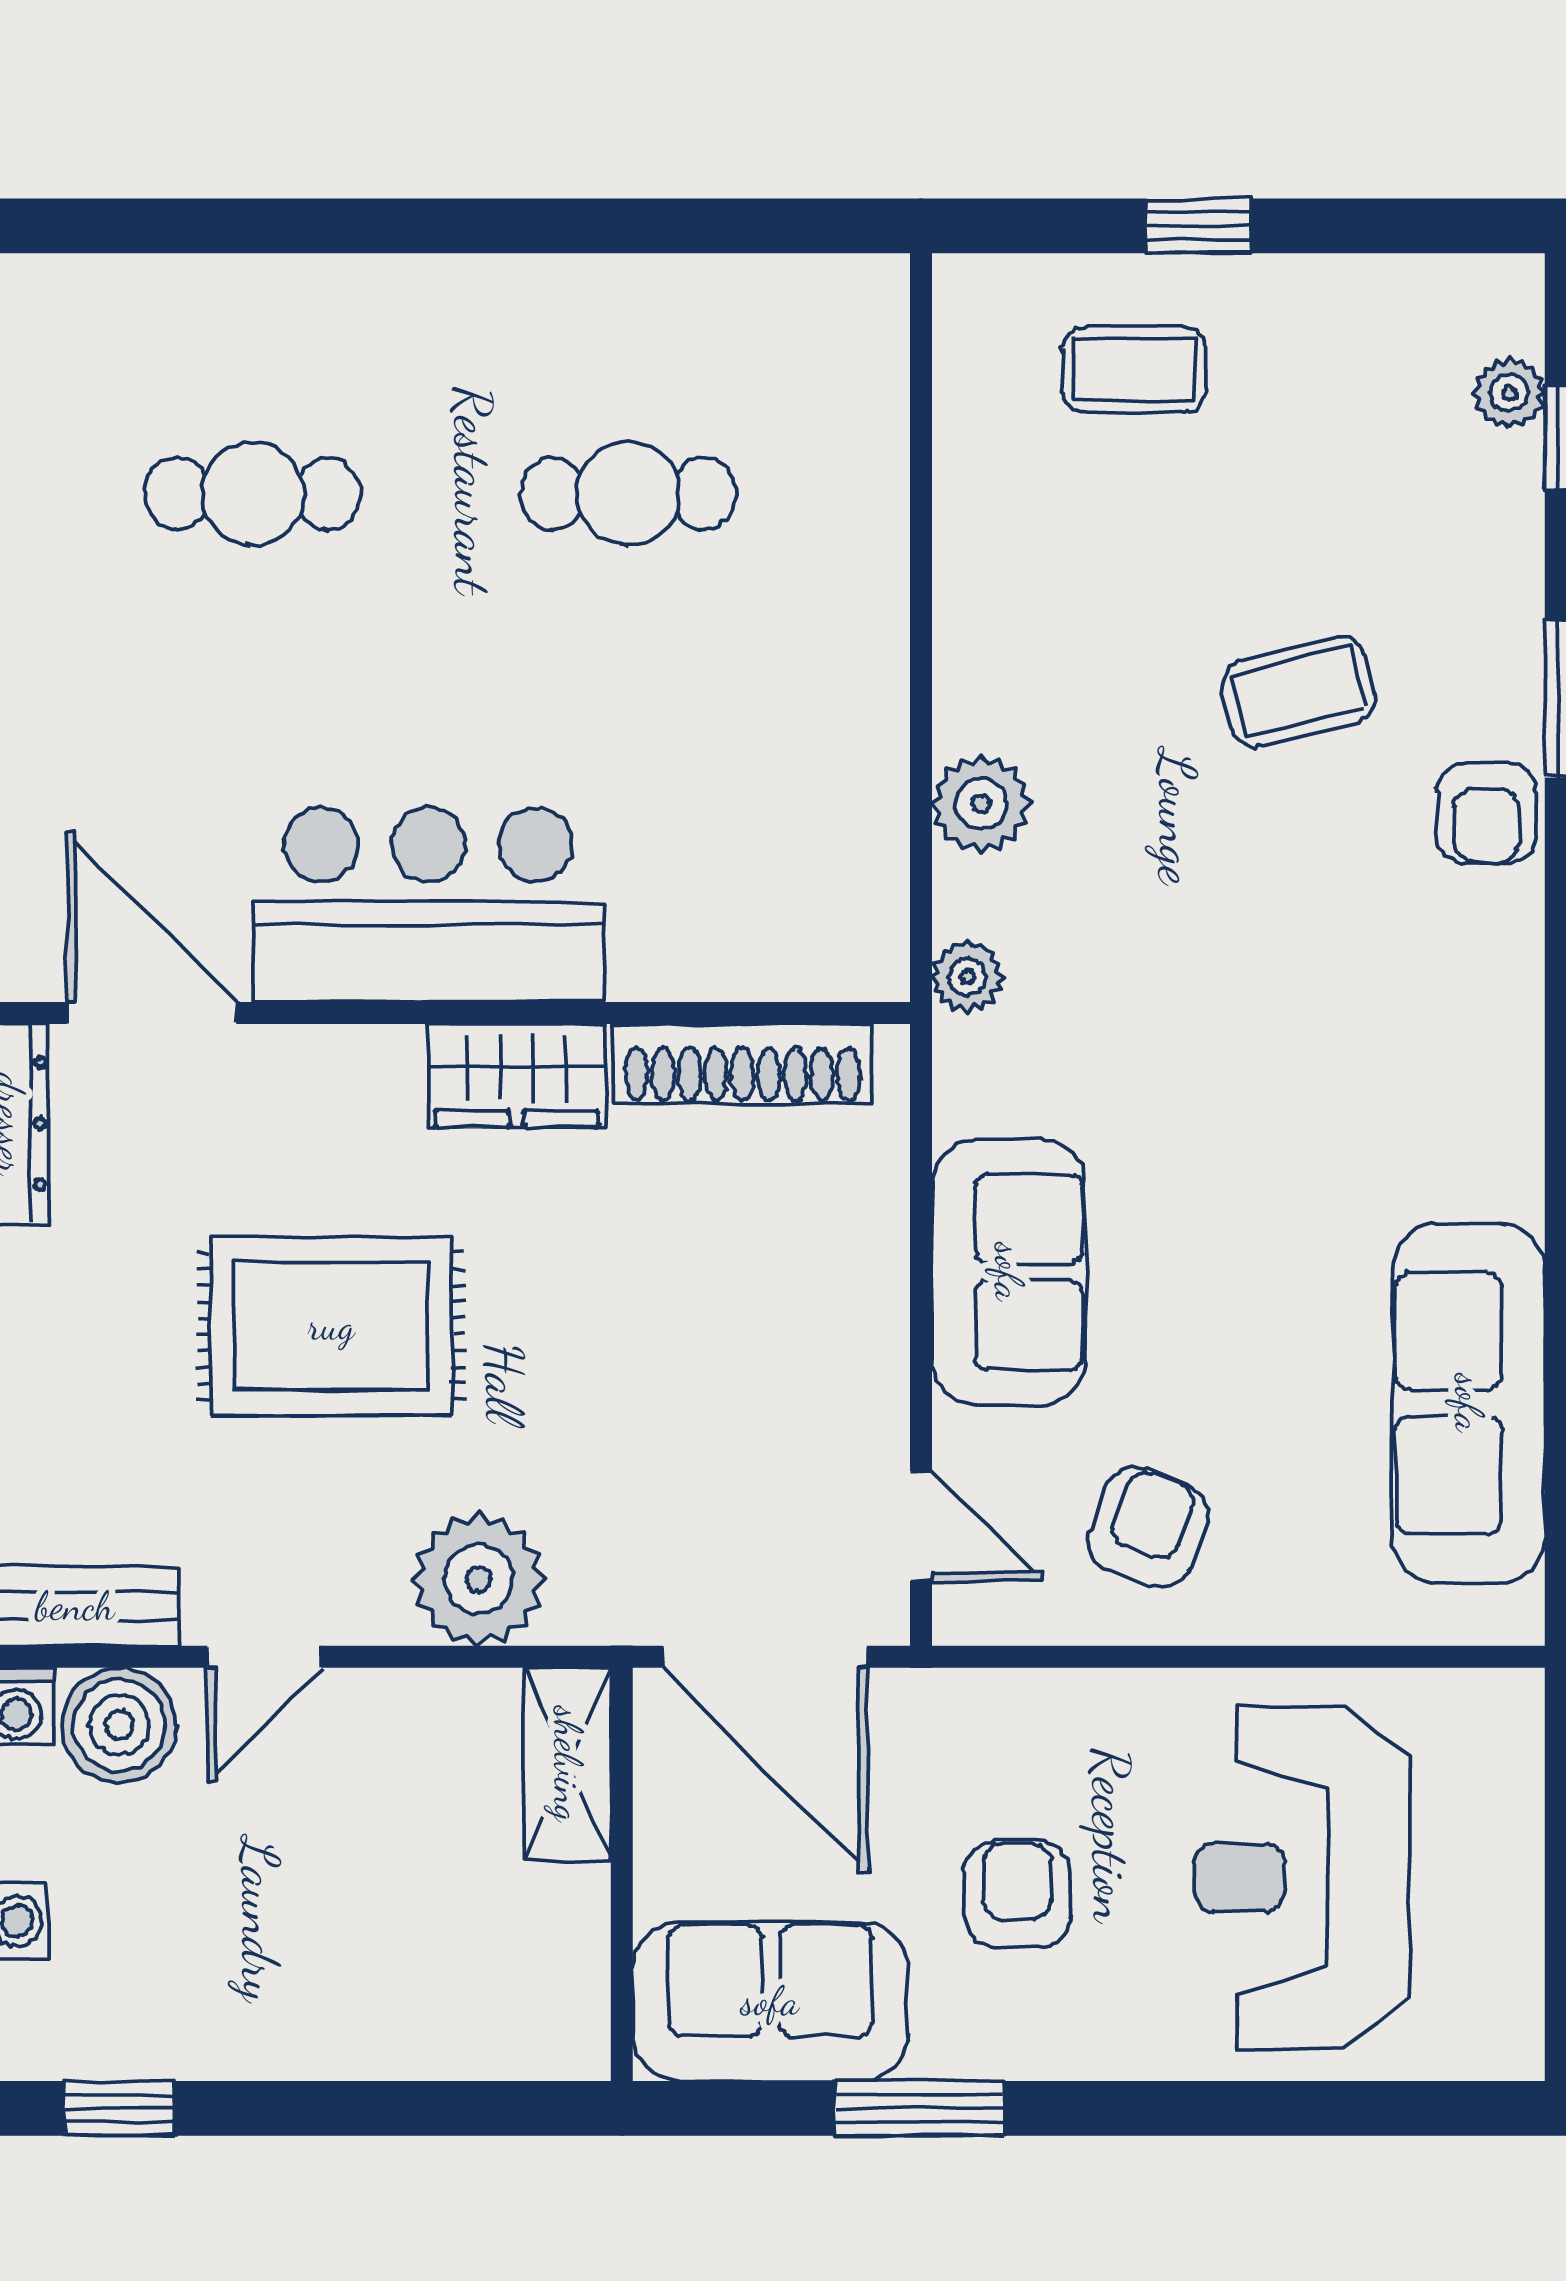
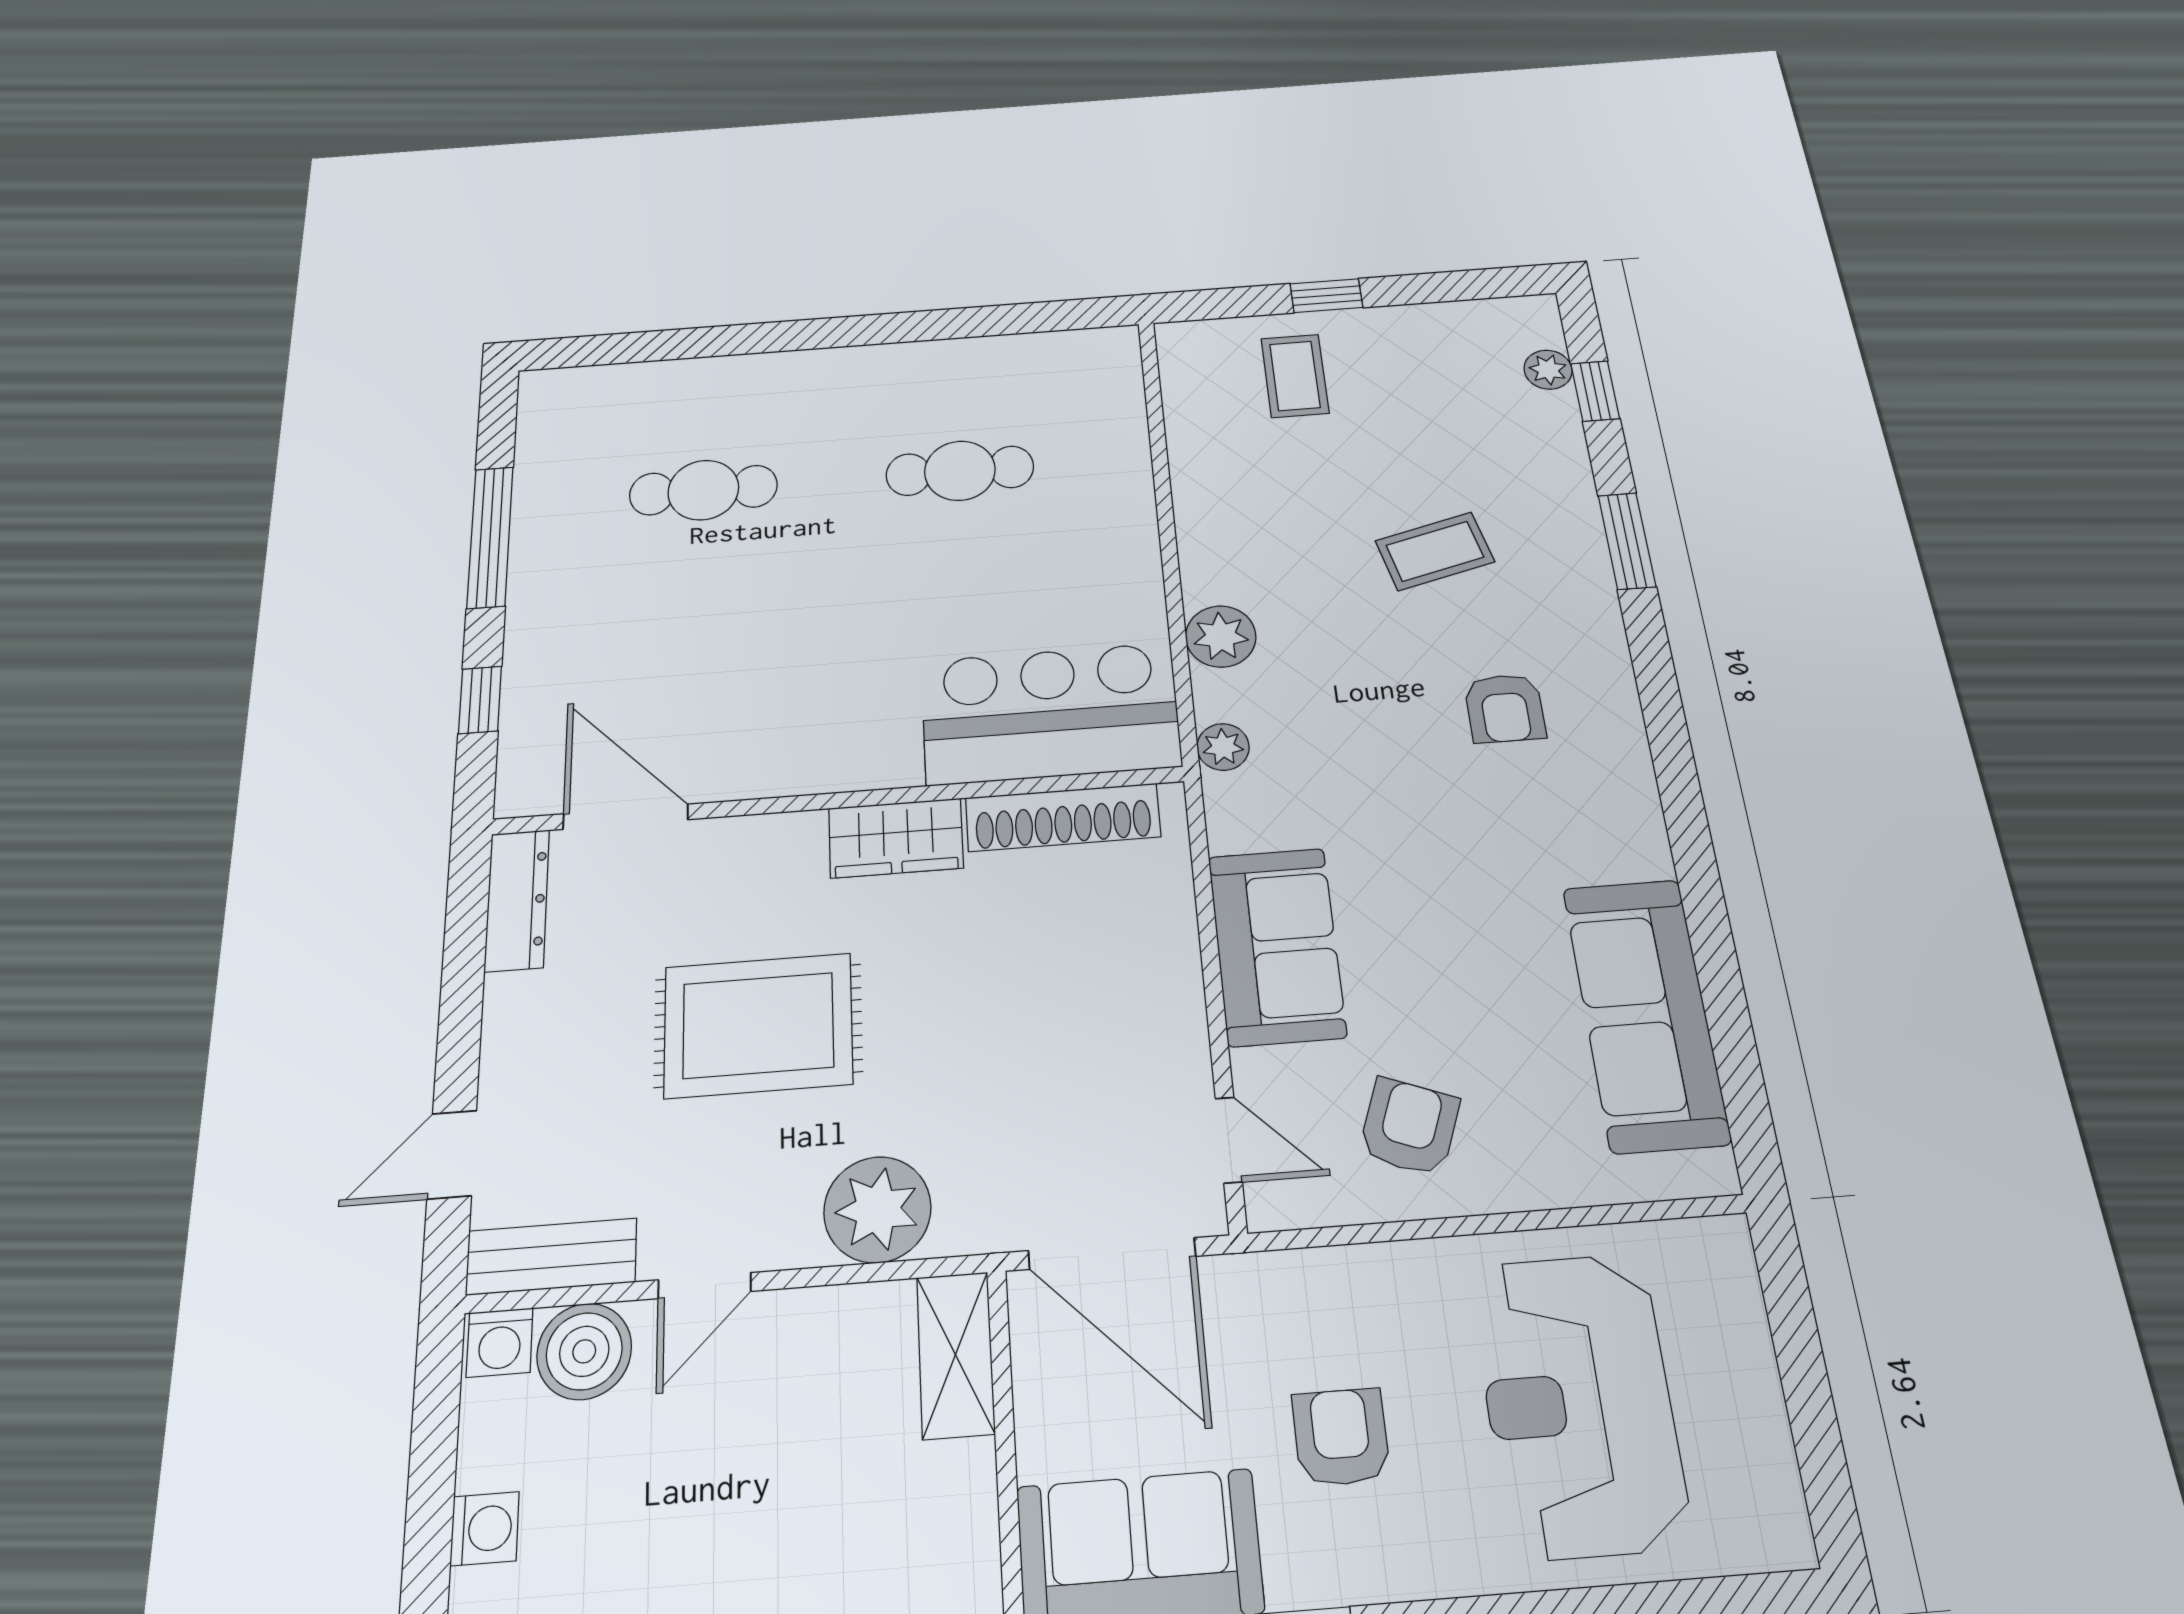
coffee table: (1134, 370) -> (1295, 376), turned 90
armchair: (1486, 813) -> (1505, 708), moved
bar counter: (428, 905) -> (1050, 713), moved

